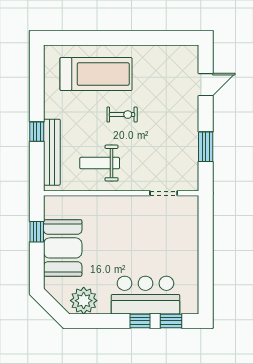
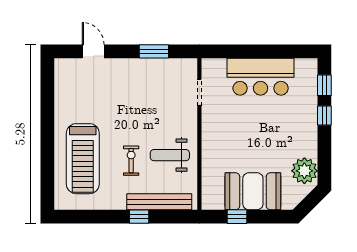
treadmill: (96, 74) -> (83, 159), turned 180
exercise bike: (122, 115) -> (131, 161), moved
weight bench: (100, 163) -> (170, 155), turned 90
bar counter: (145, 295) -> (261, 77), moved, turned -90

